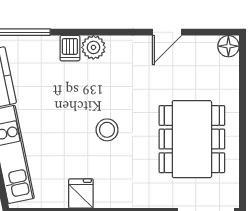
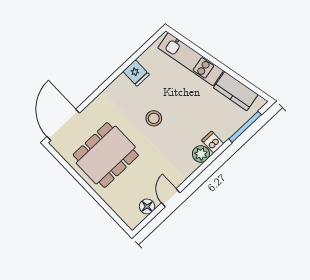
floor lamp: (228, 46) -> (147, 206), moved
dining table: (192, 139) -> (106, 155), turned 90

